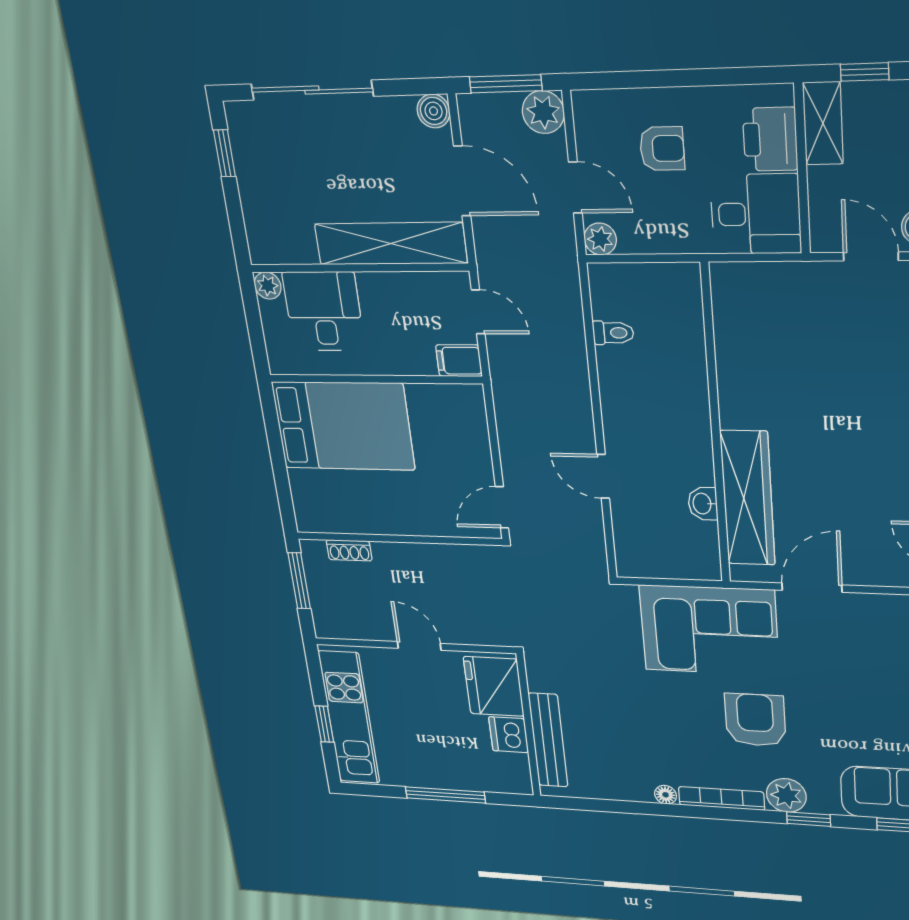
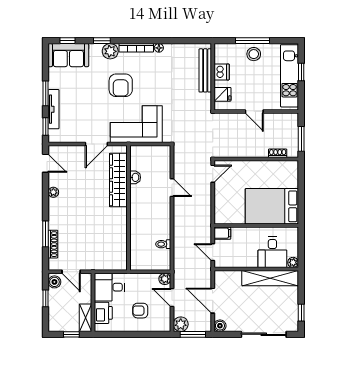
shelving: (391, 244) -> (270, 278), moved
fridge: (494, 686) -> (222, 94), width x0.53, depth x0.75
stool: (438, 768) -> (254, 54), added

